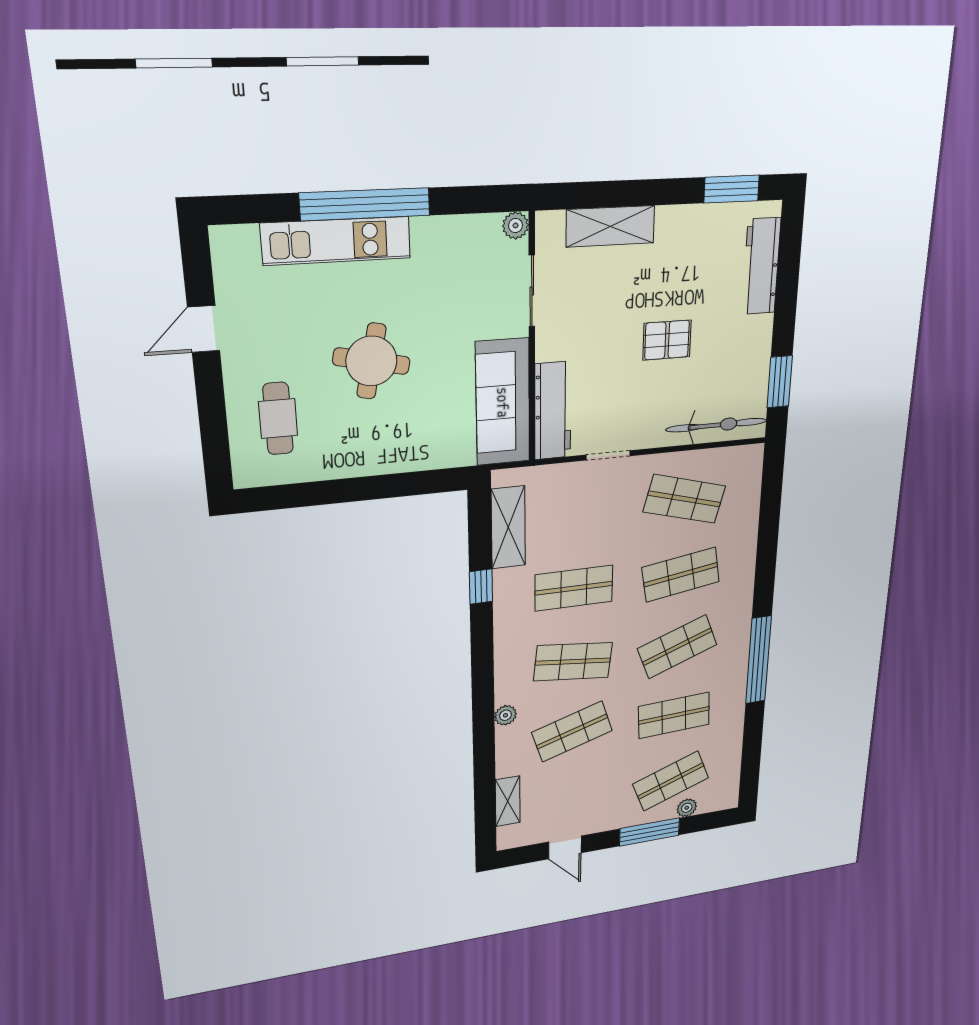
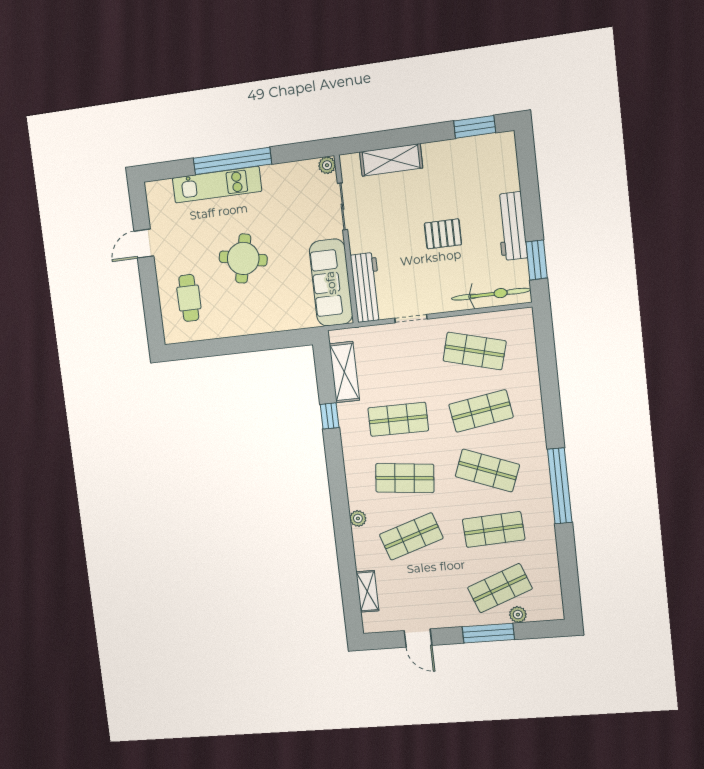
workbench: (761, 266) -> (512, 226), moved
shop shelf: (677, 647) -> (487, 470), turned 42

